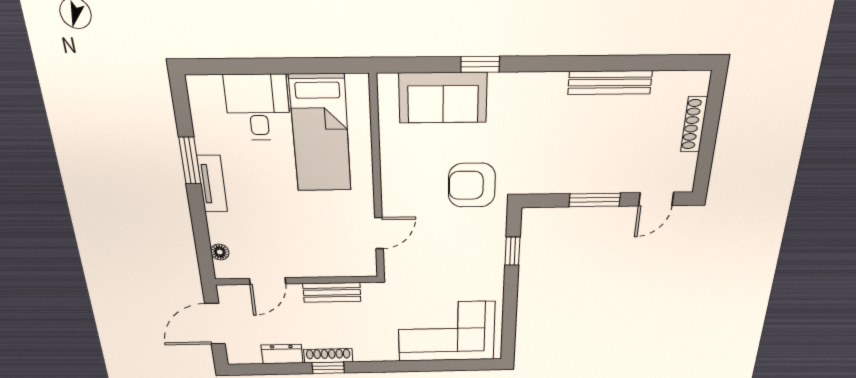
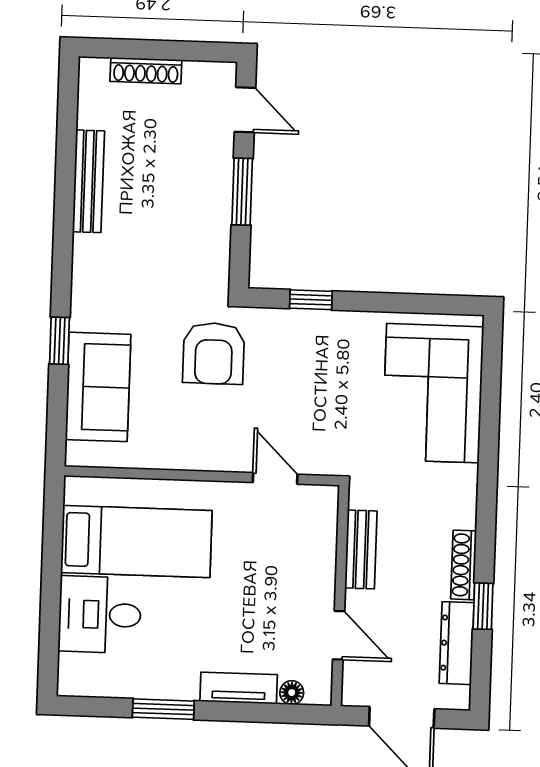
tv unit: (212, 184) -> (239, 688), moved
dresser: (282, 354) -> (457, 643), width x1.44
window: (328, 368) -> (483, 606), moved

